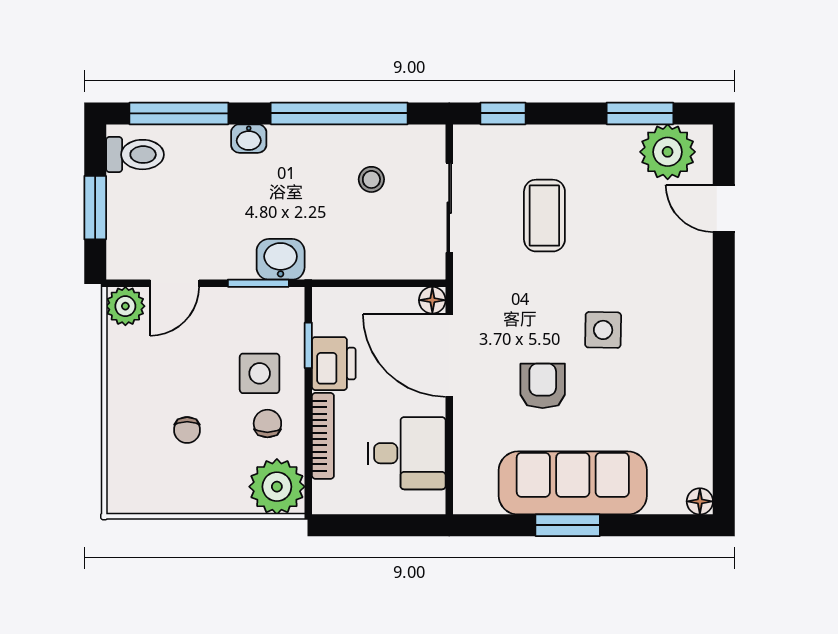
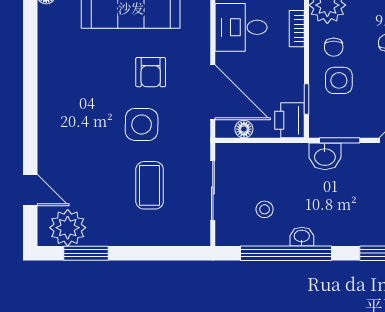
window: (503, 113) -> (177, 253), removed
washbasin: (249, 139) -> (302, 237), moved
floor lamp: (432, 300) -> (244, 129), moved
side table: (603, 330) -> (142, 124), moved, width x1.37, depth x1.37
printer: (334, 364) -> (290, 120), moved
bookcase: (323, 436) -> (297, 29), width x0.64

